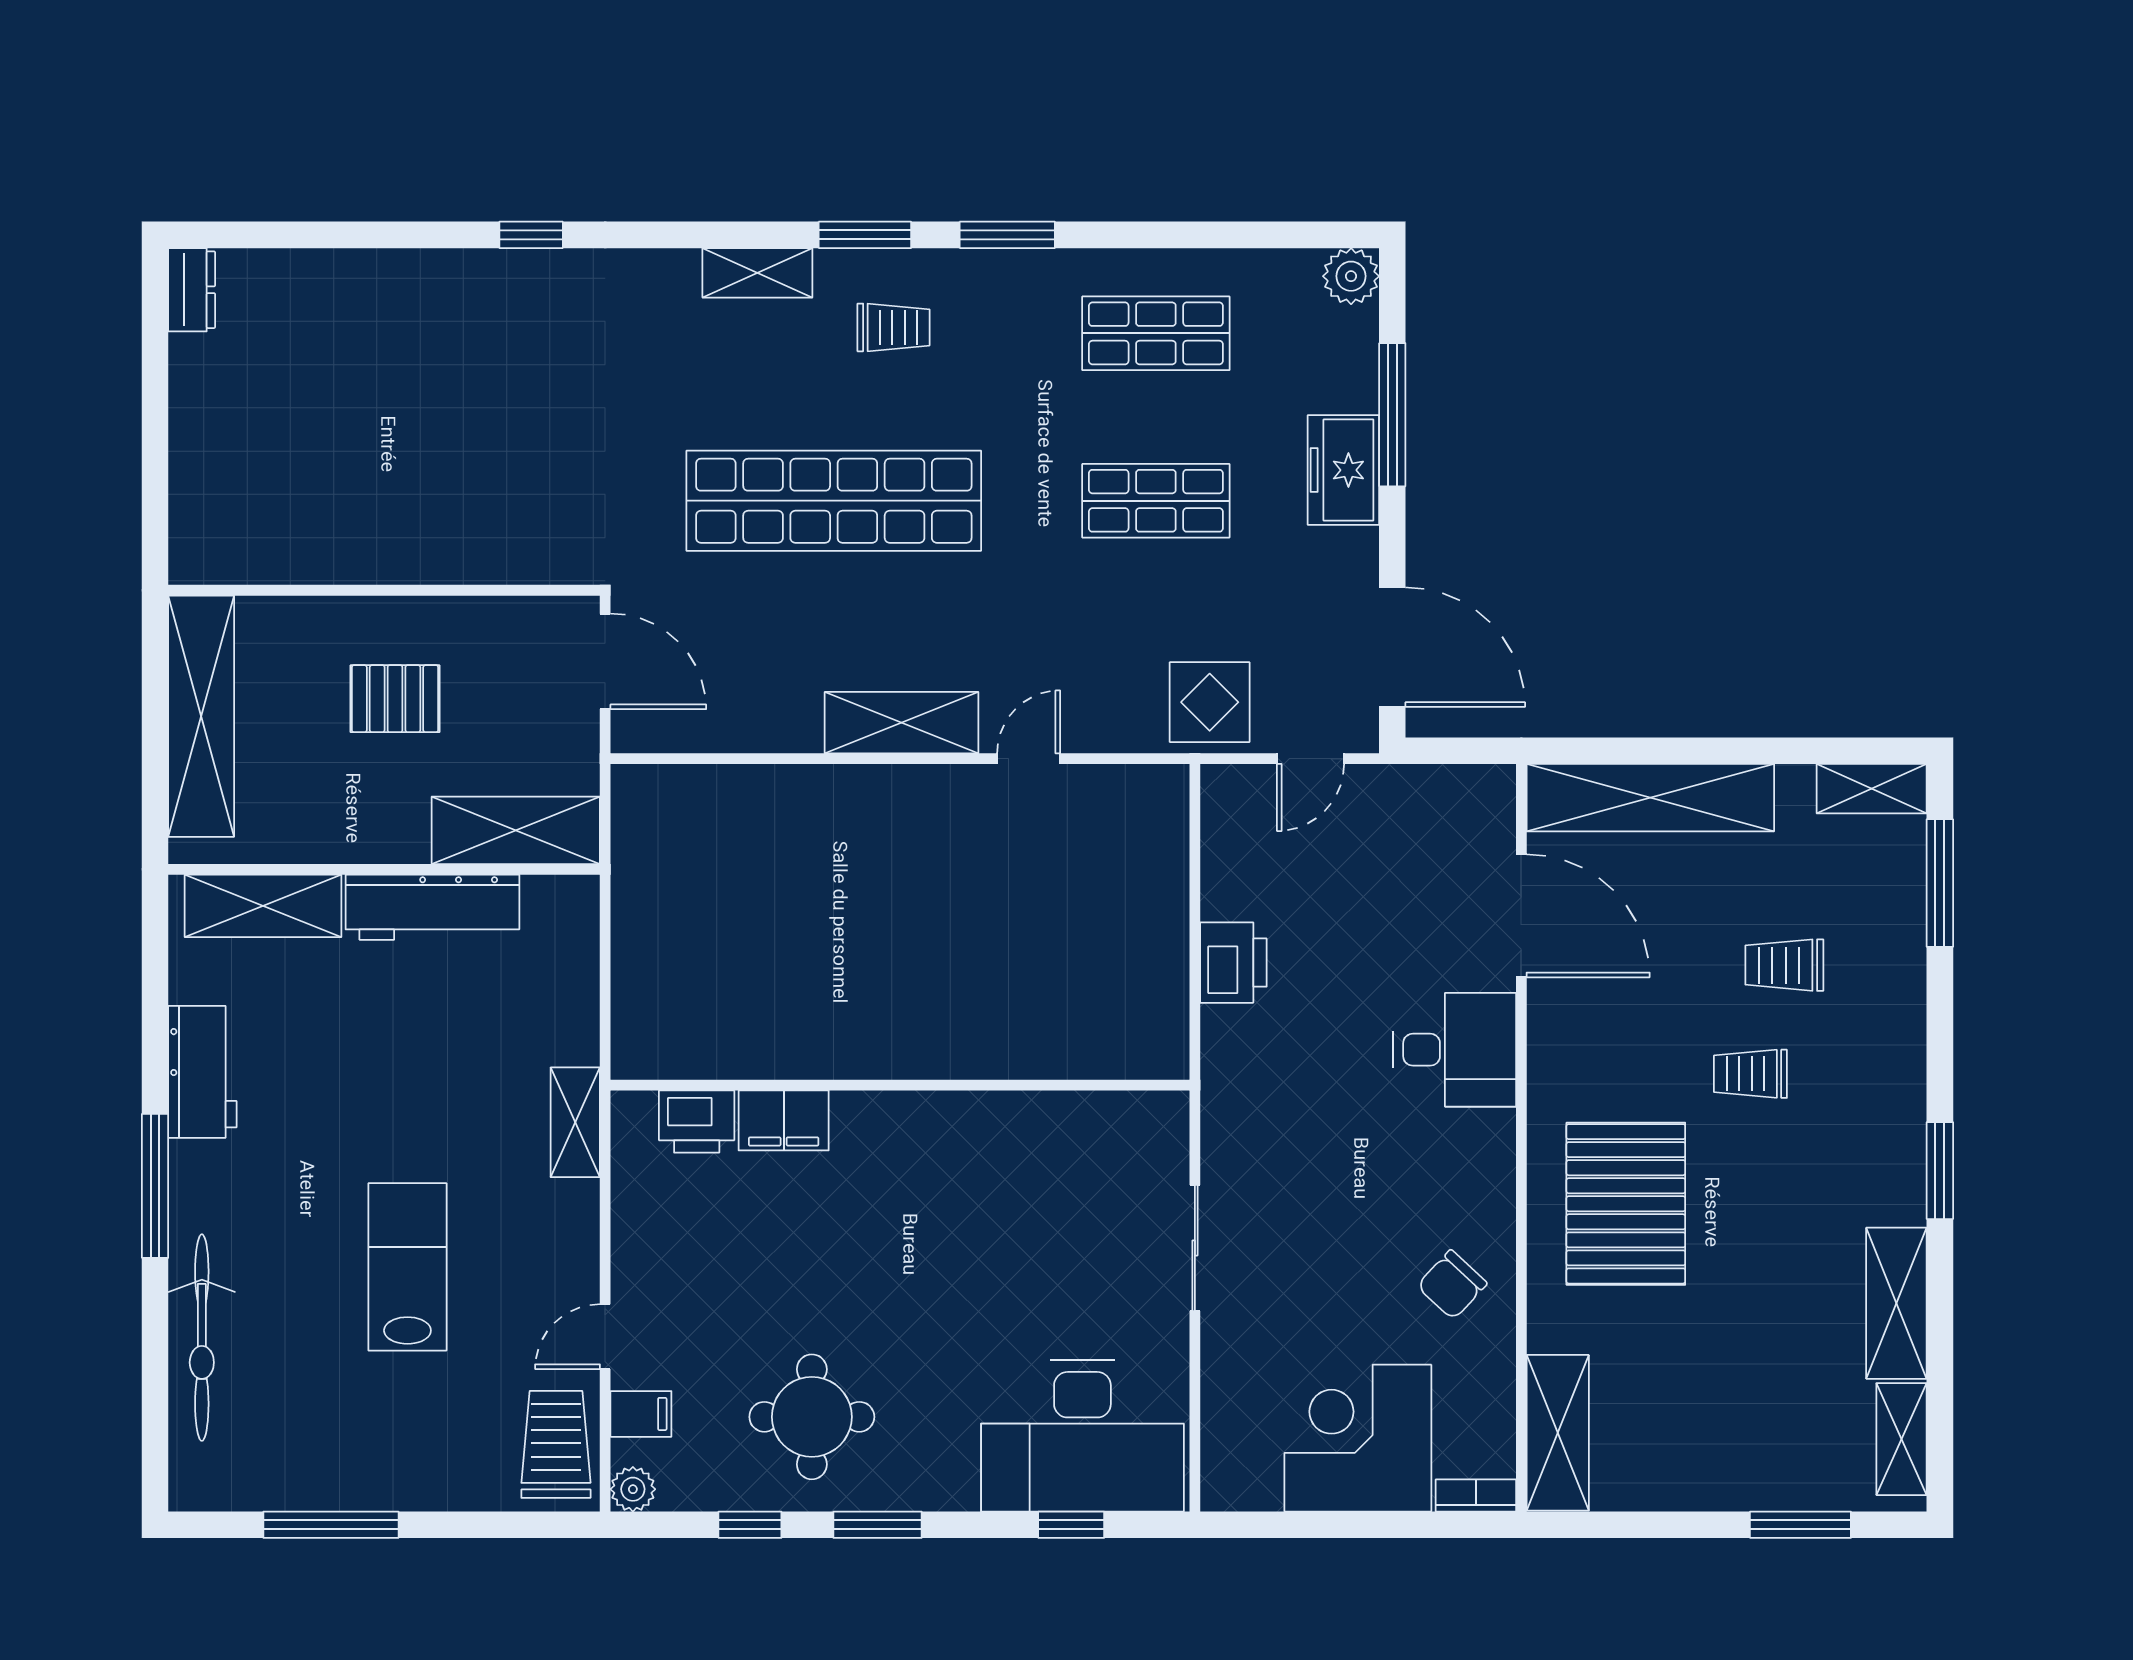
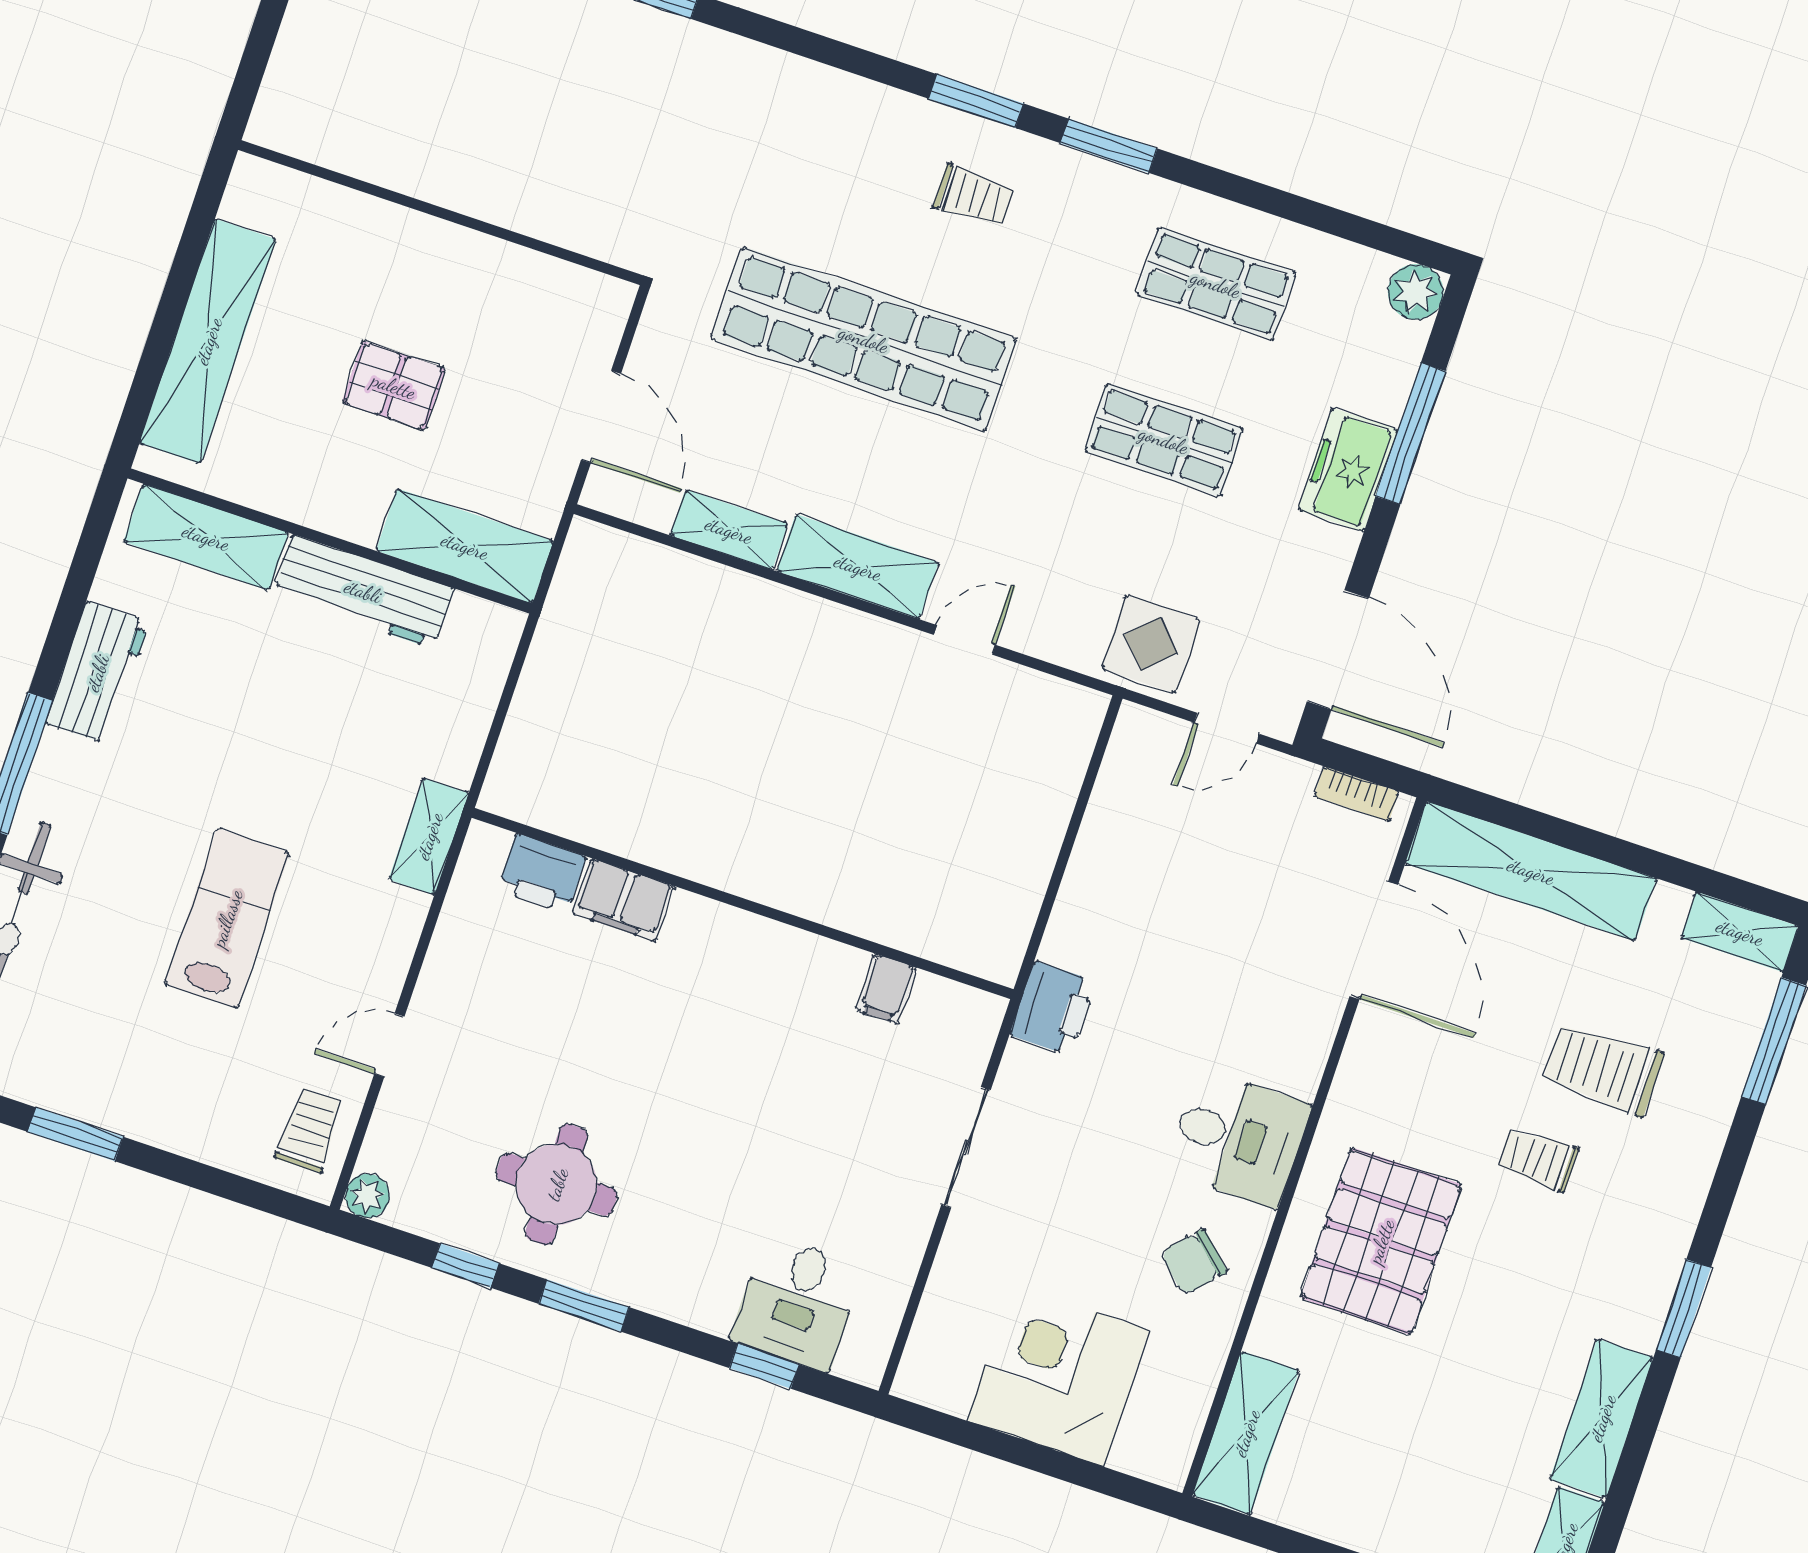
shelving: (757, 273) -> (729, 530), moved
wall: (384, 590) -> (441, 213), moved
printer: (1233, 963) -> (1053, 1008), moved
trolley: (1784, 965) -> (1603, 1069), width x1.36, depth x1.39
desk: (1455, 1050) -> (1238, 1138), moved
filing cabinet: (641, 1414) -> (886, 989), moved, turned 90
desk: (1082, 1436) -> (797, 1303), width x0.53, depth x0.77
trolley: (556, 1444) -> (310, 1130), width x0.73, depth x0.72
bookcase: (1476, 1495) -> (1356, 794), moved, turned 180
window: (331, 1525) -> (75, 1134), width x0.69

